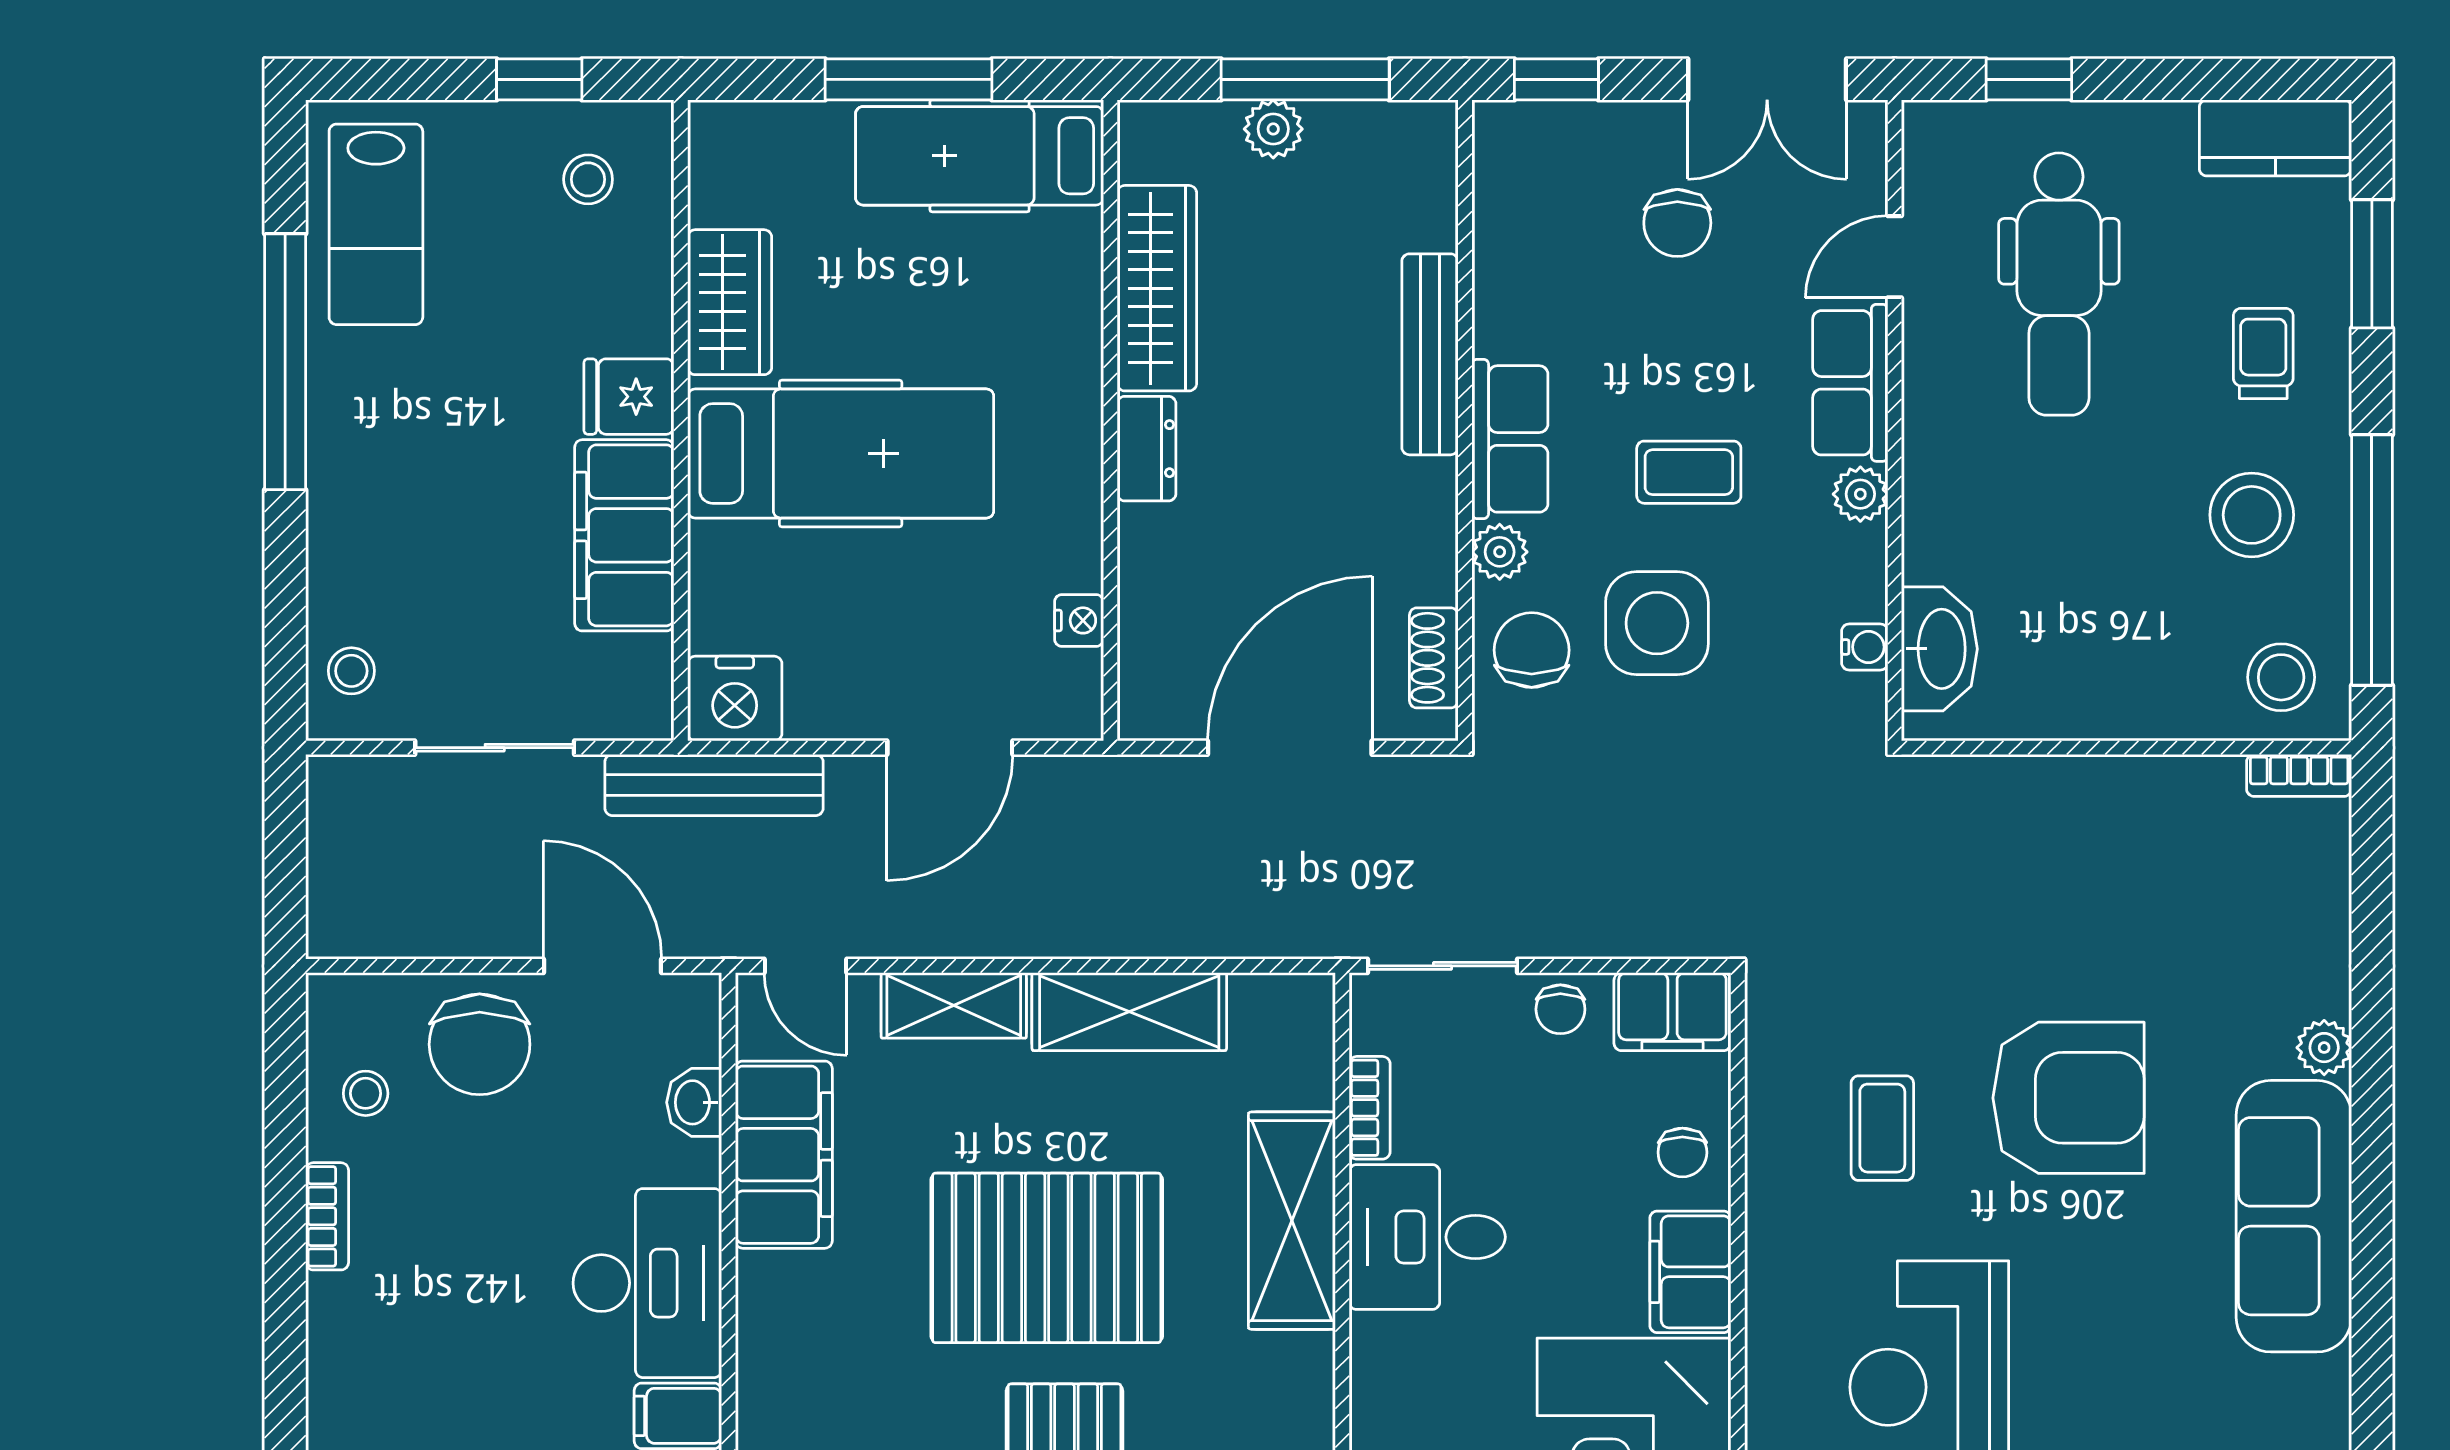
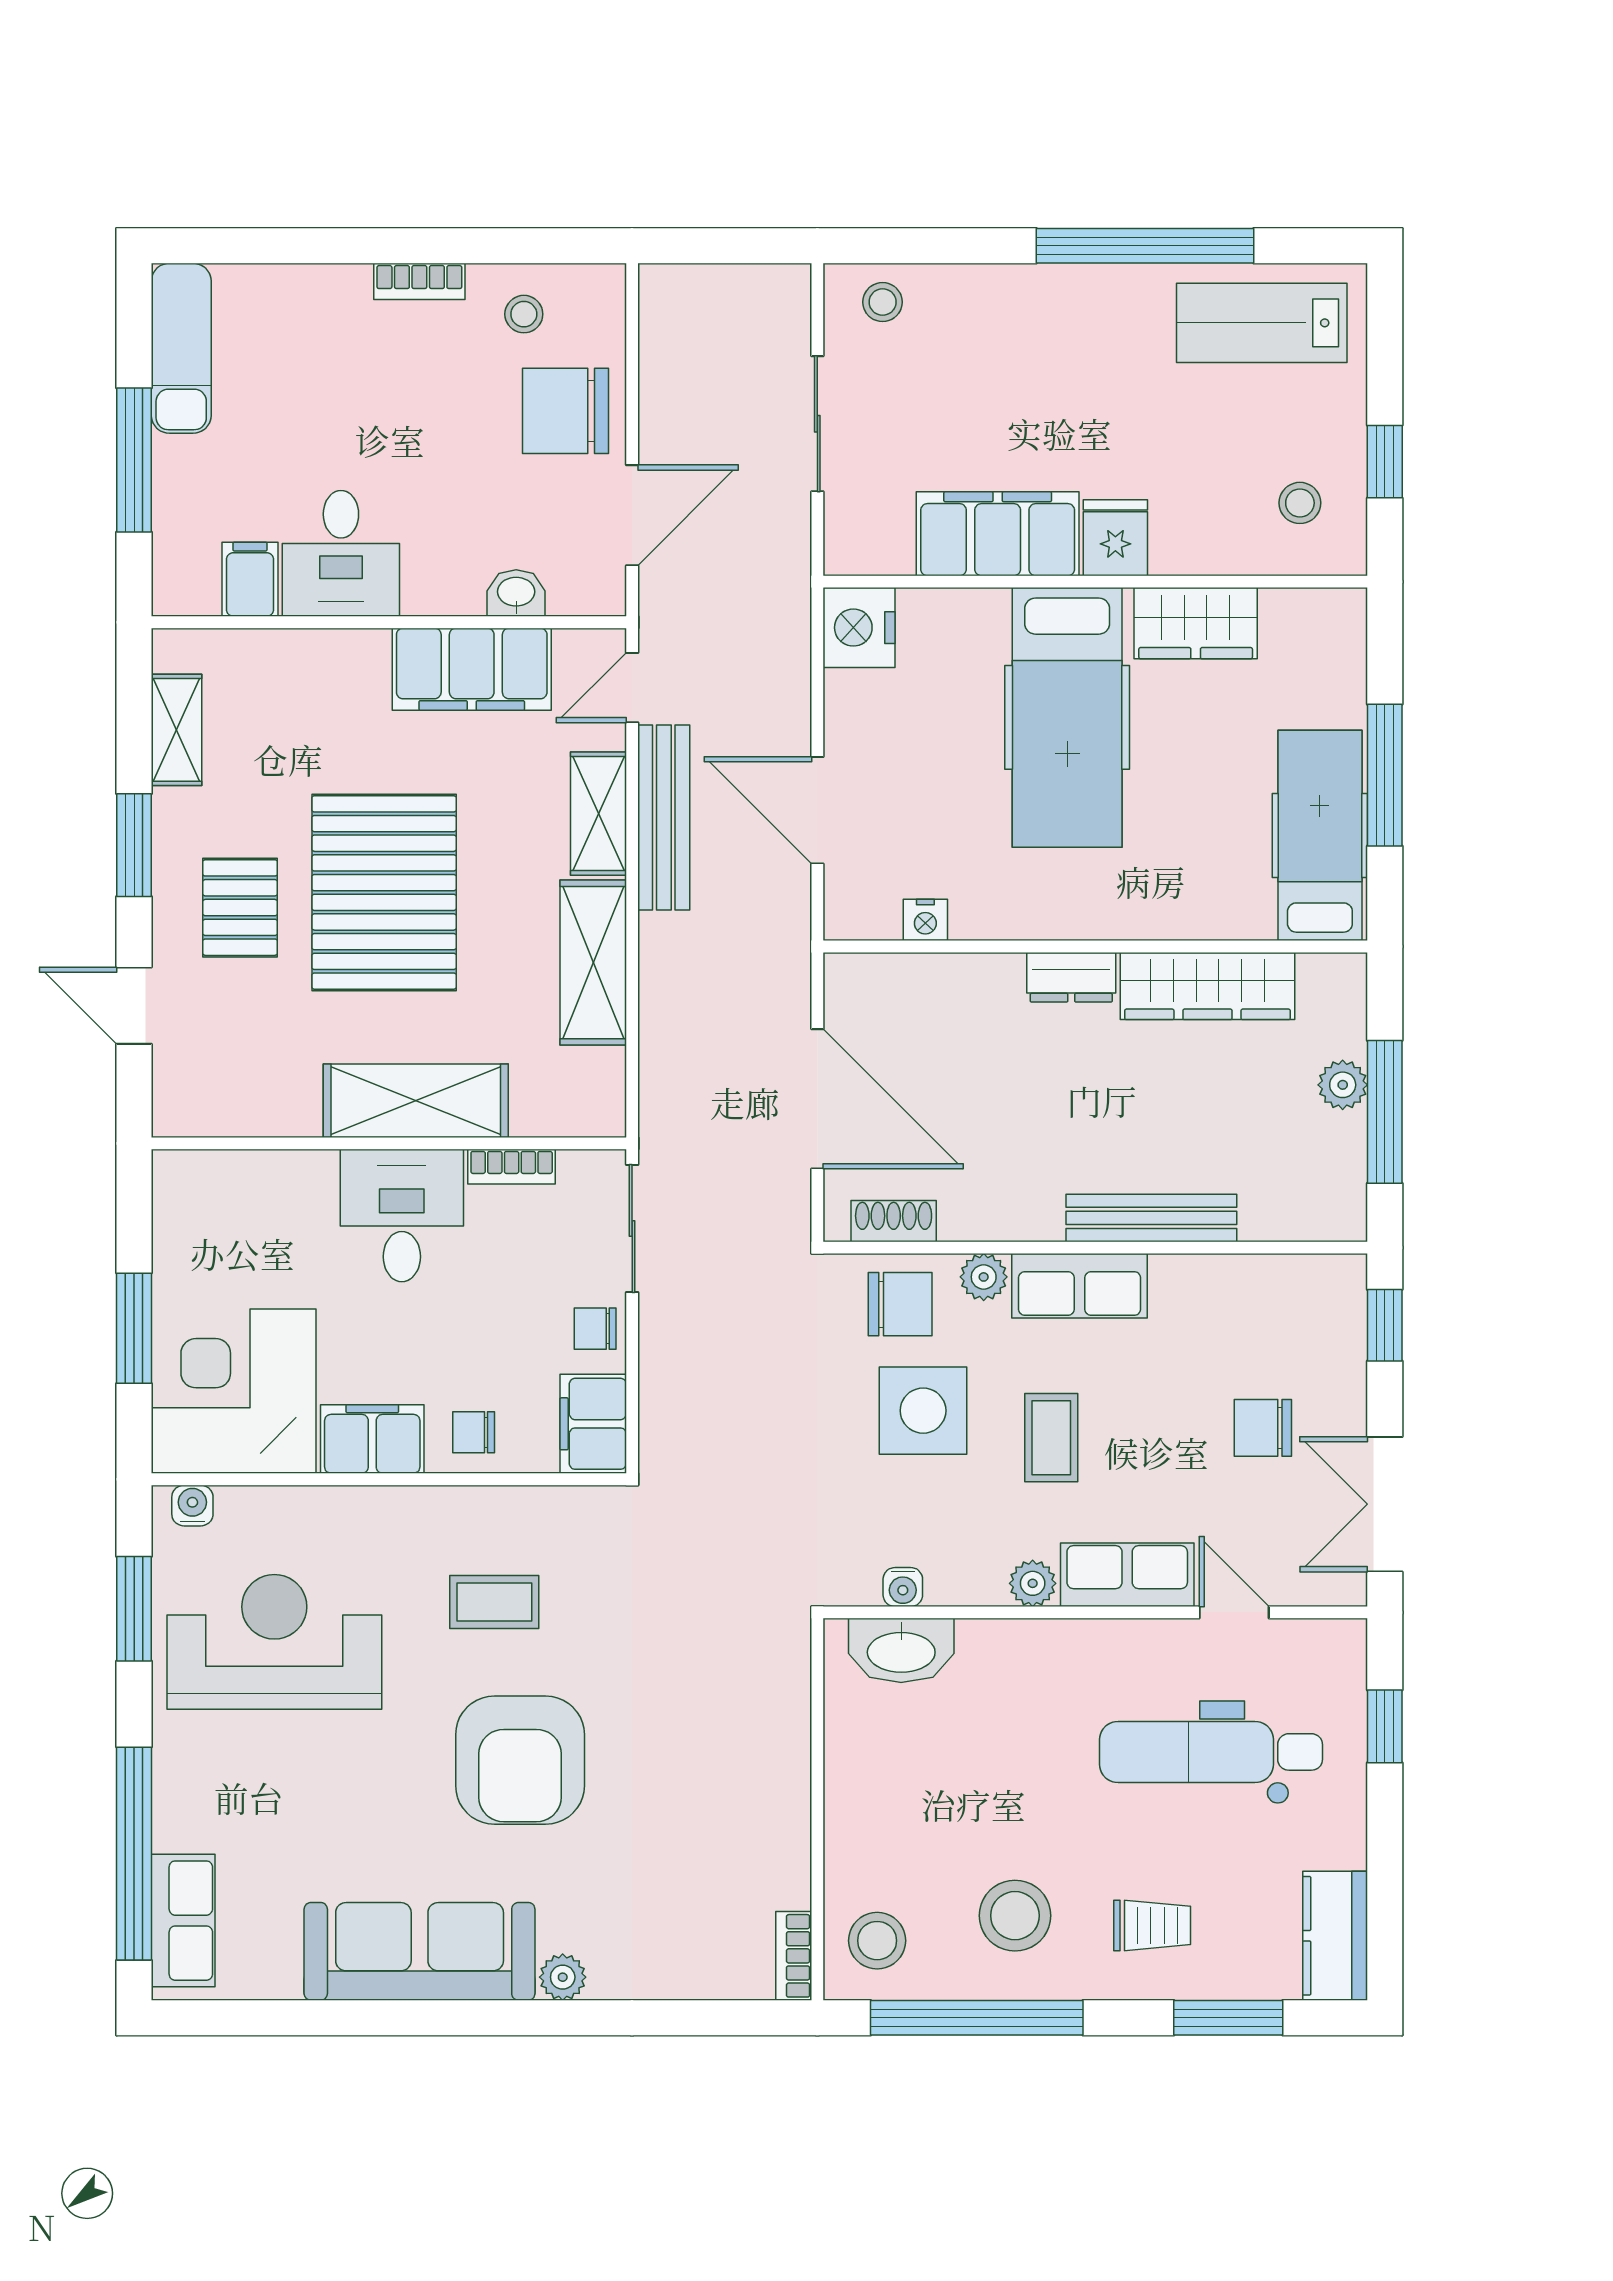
bench: (714, 785) -> (664, 818), moved
desk: (647, 1283) -> (341, 553), width x0.73

